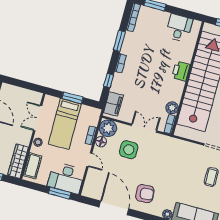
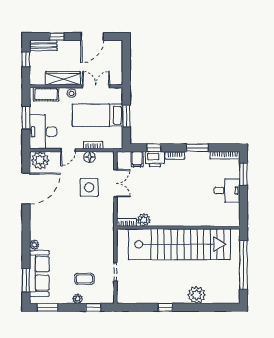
desk: (179, 28) -> (227, 191), moved
printer: (181, 71) -> (155, 159), moved, turned 180
filing cabinet: (113, 104) -> (137, 159), width x0.50
plant: (108, 128) -> (40, 160), moved
double door: (144, 128) -> (115, 183), moved
wardrobe: (18, 161) -> (63, 78), moved
window: (60, 193) -> (26, 118), moved
armchair: (145, 194) -> (49, 216), removed

